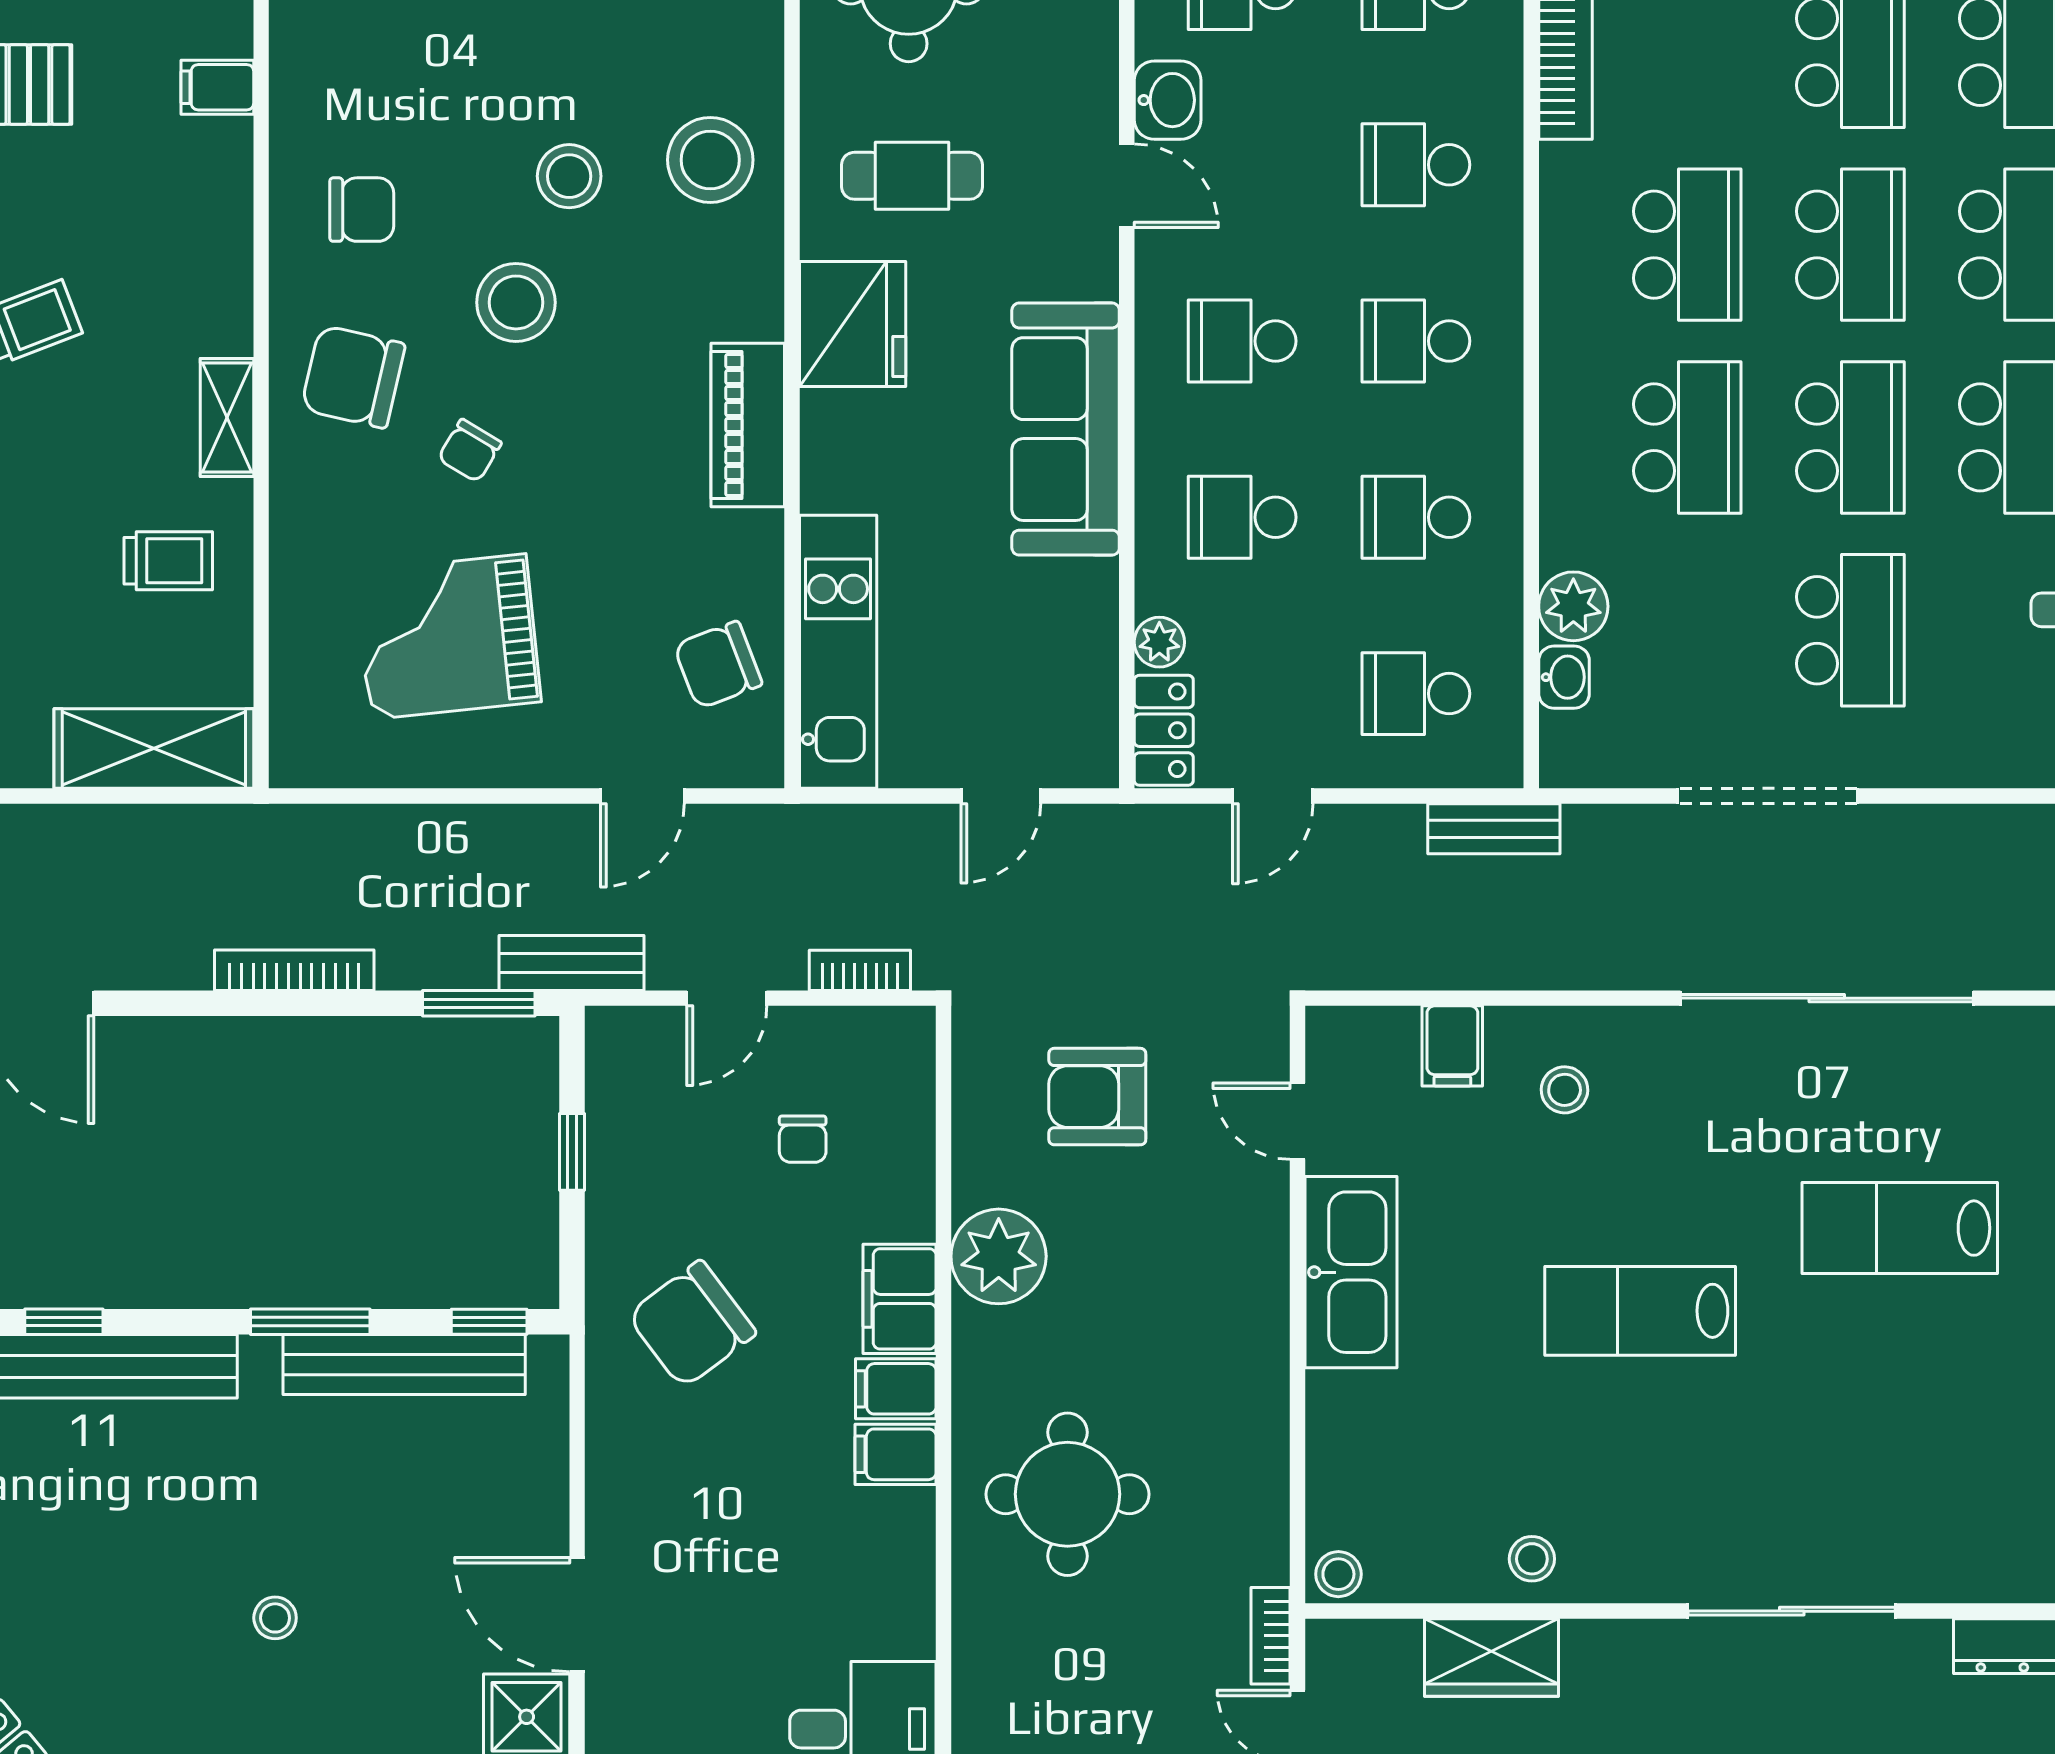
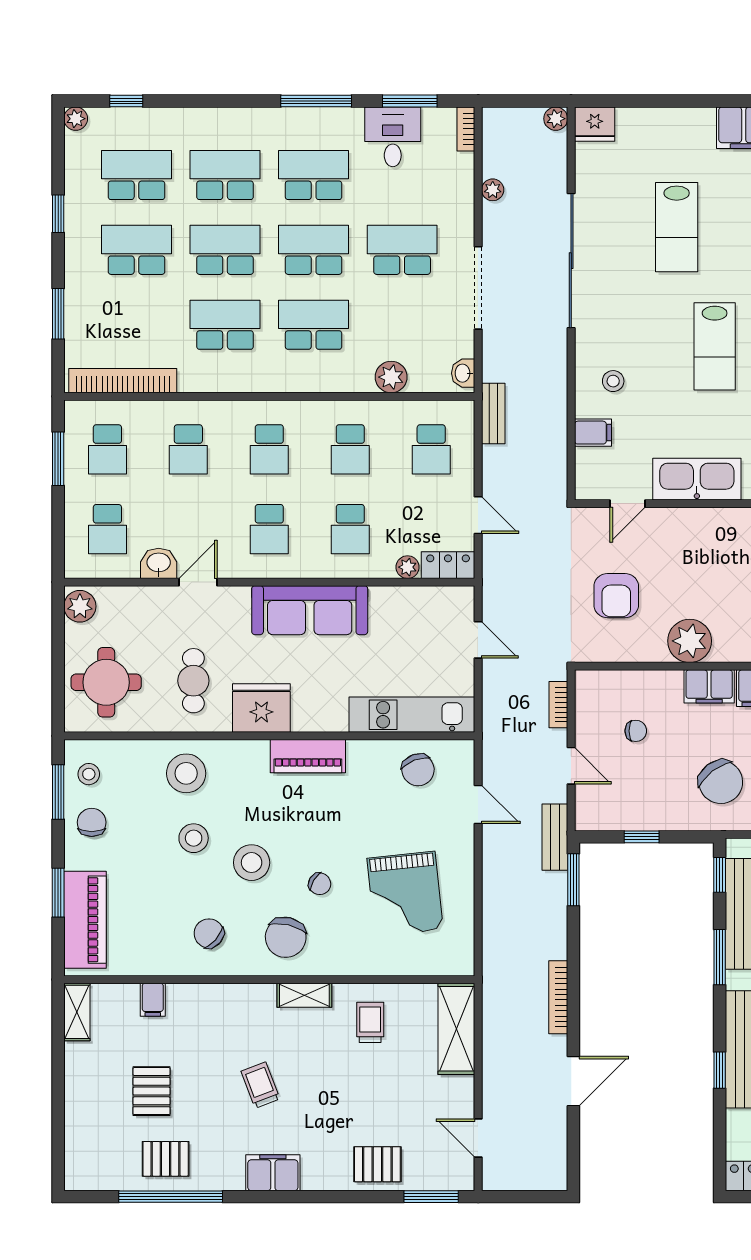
chair: (362, 210) -> (209, 933), turned -49
washbasin: (1564, 677) -> (463, 373), moved, turned -90
plant: (1981, 828) -> (493, 190), added
bookcase: (294, 970) -> (558, 997), moved

